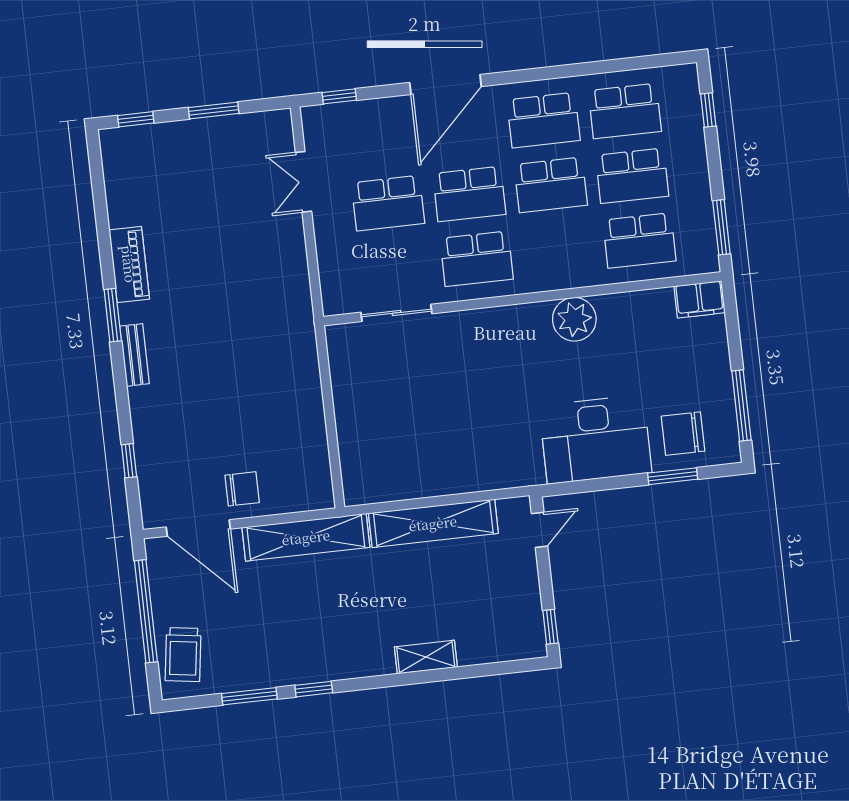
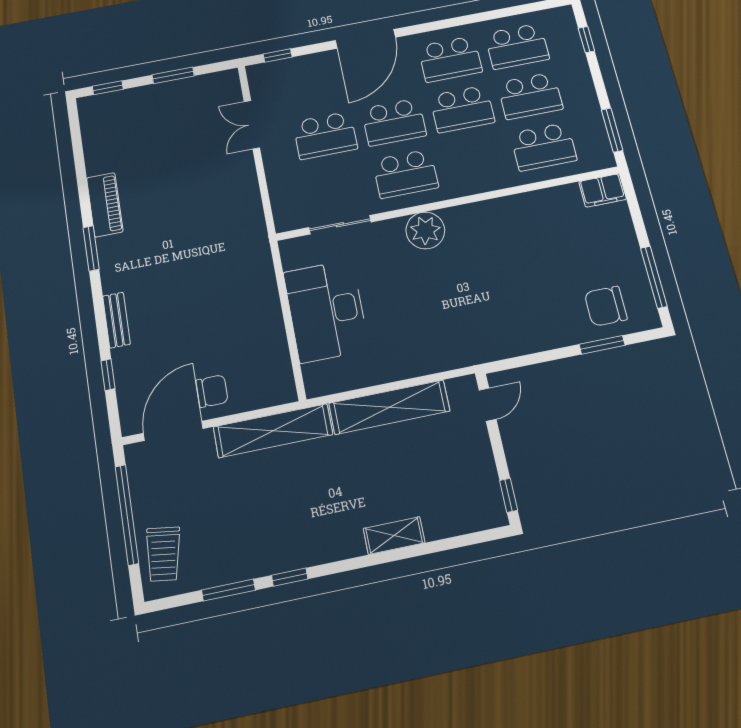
plant: (574, 319) -> (425, 230), moved
bench: (135, 355) -> (116, 320), moved
desk: (595, 439) -> (326, 311), moved, turned 90
door: (198, 528) -> (173, 431), swing flipped

